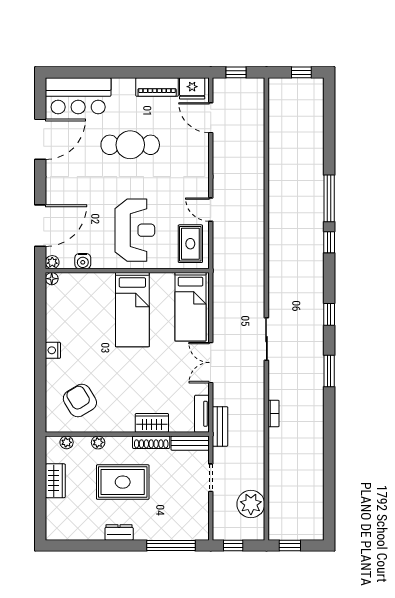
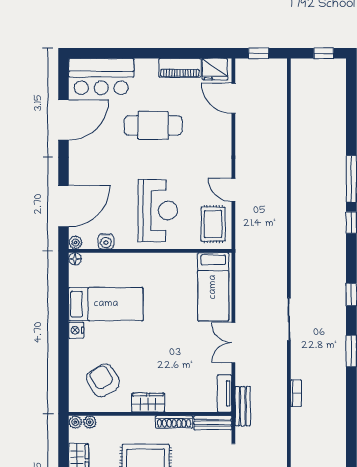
bed: (132, 310) -> (106, 304), moved, turned -90
wardrobe: (152, 423) -> (148, 403), moved
plant: (98, 442) -> (75, 422), moved

